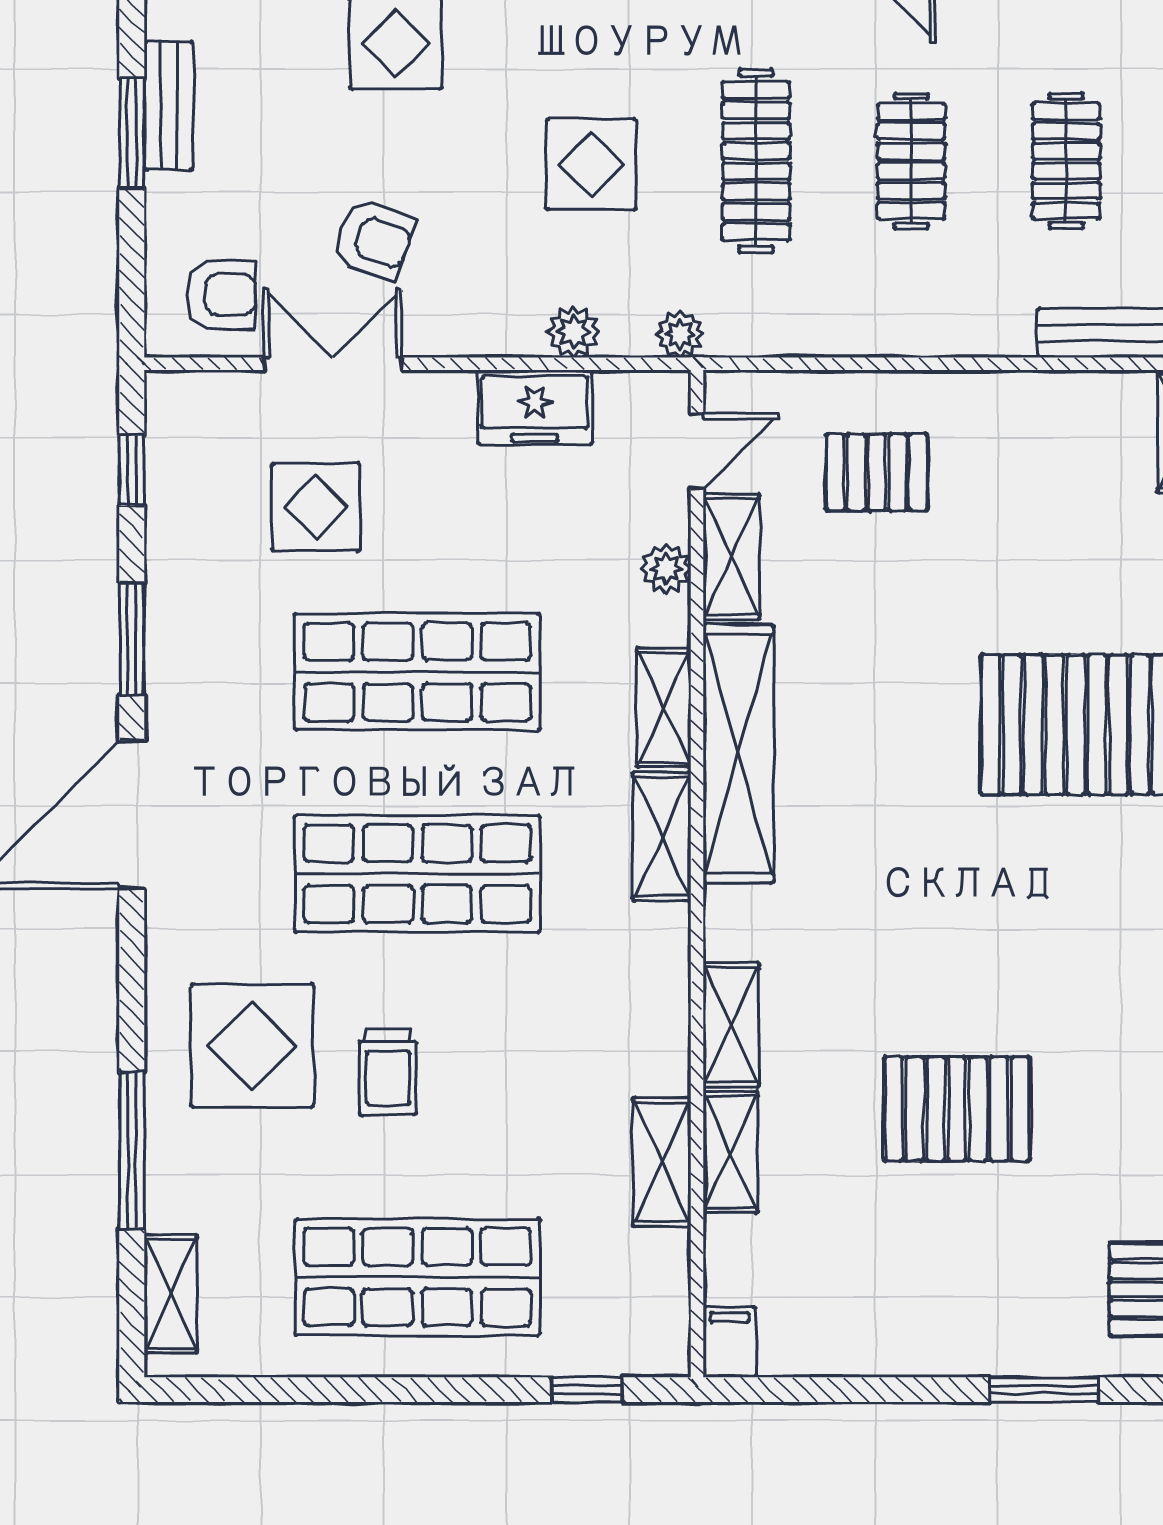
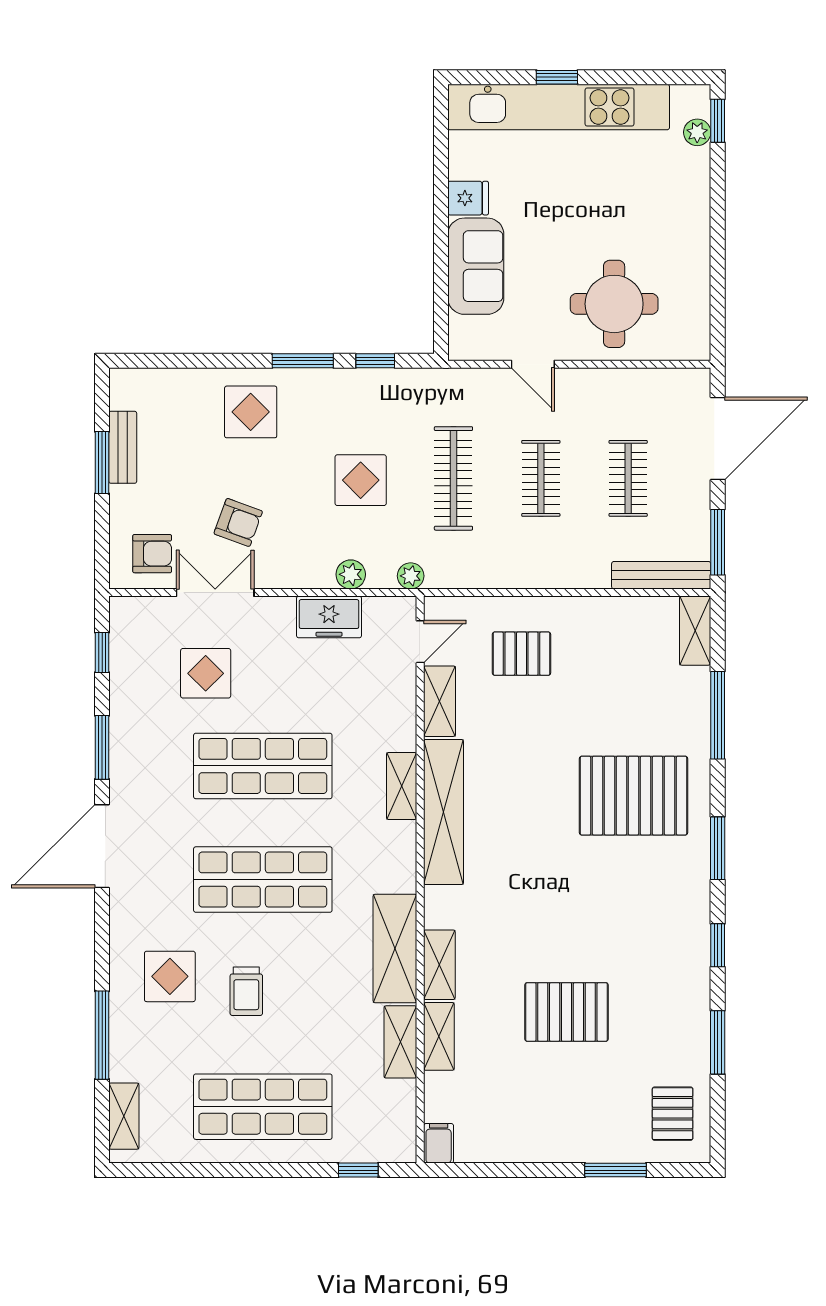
plant: (666, 569) -> (403, 708), removed
shelving: (662, 836) -> (395, 949), moved, width x1.50, depth x1.33
display table: (252, 1046) -> (170, 976), width x0.73, depth x0.73

